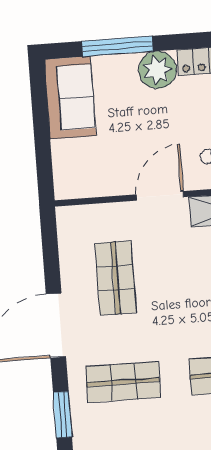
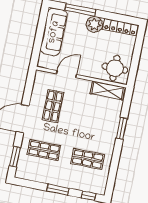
sofa: (70, 98) -> (54, 32), width x1.36
door: (160, 196) -> (66, 74), moved

